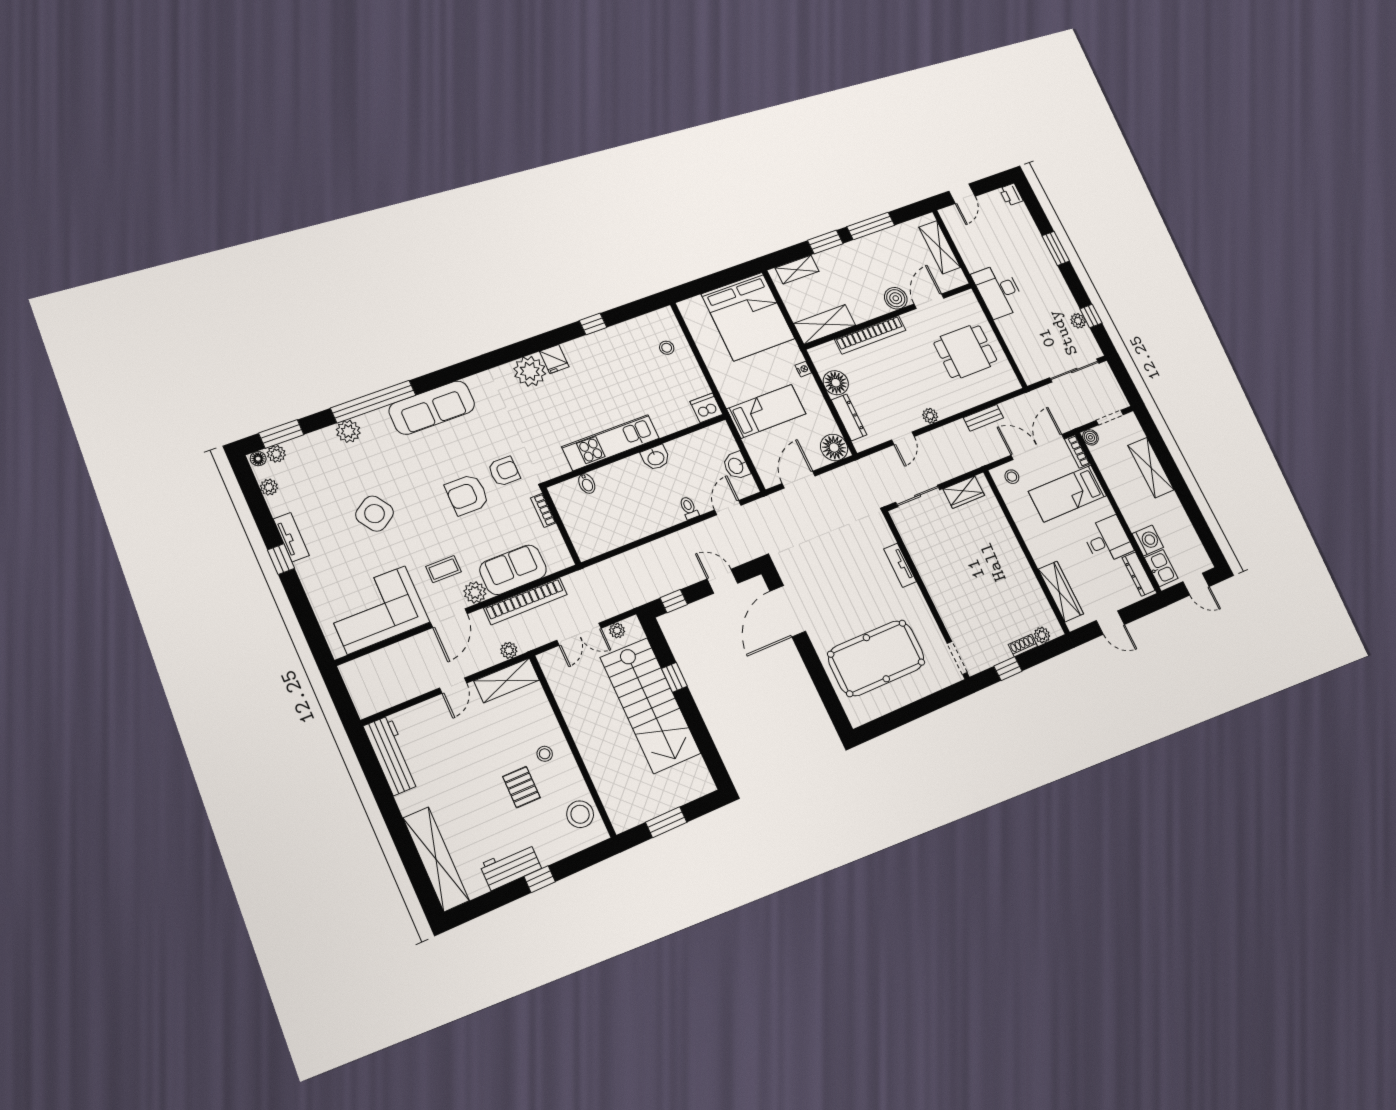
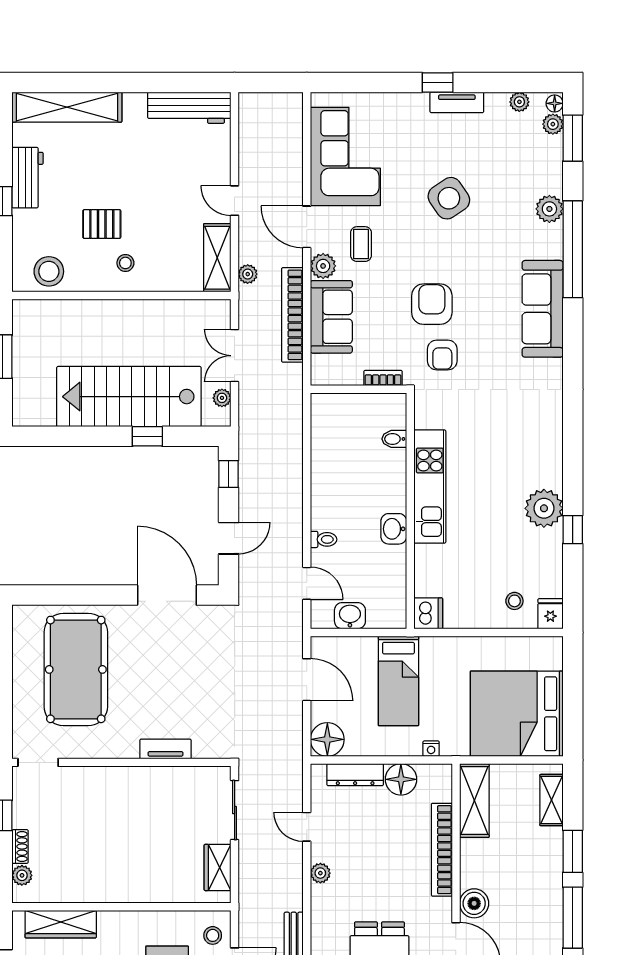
fridge: (554, 359) -> (550, 614), moved, turned 90
plant: (530, 371) -> (544, 508), moved

